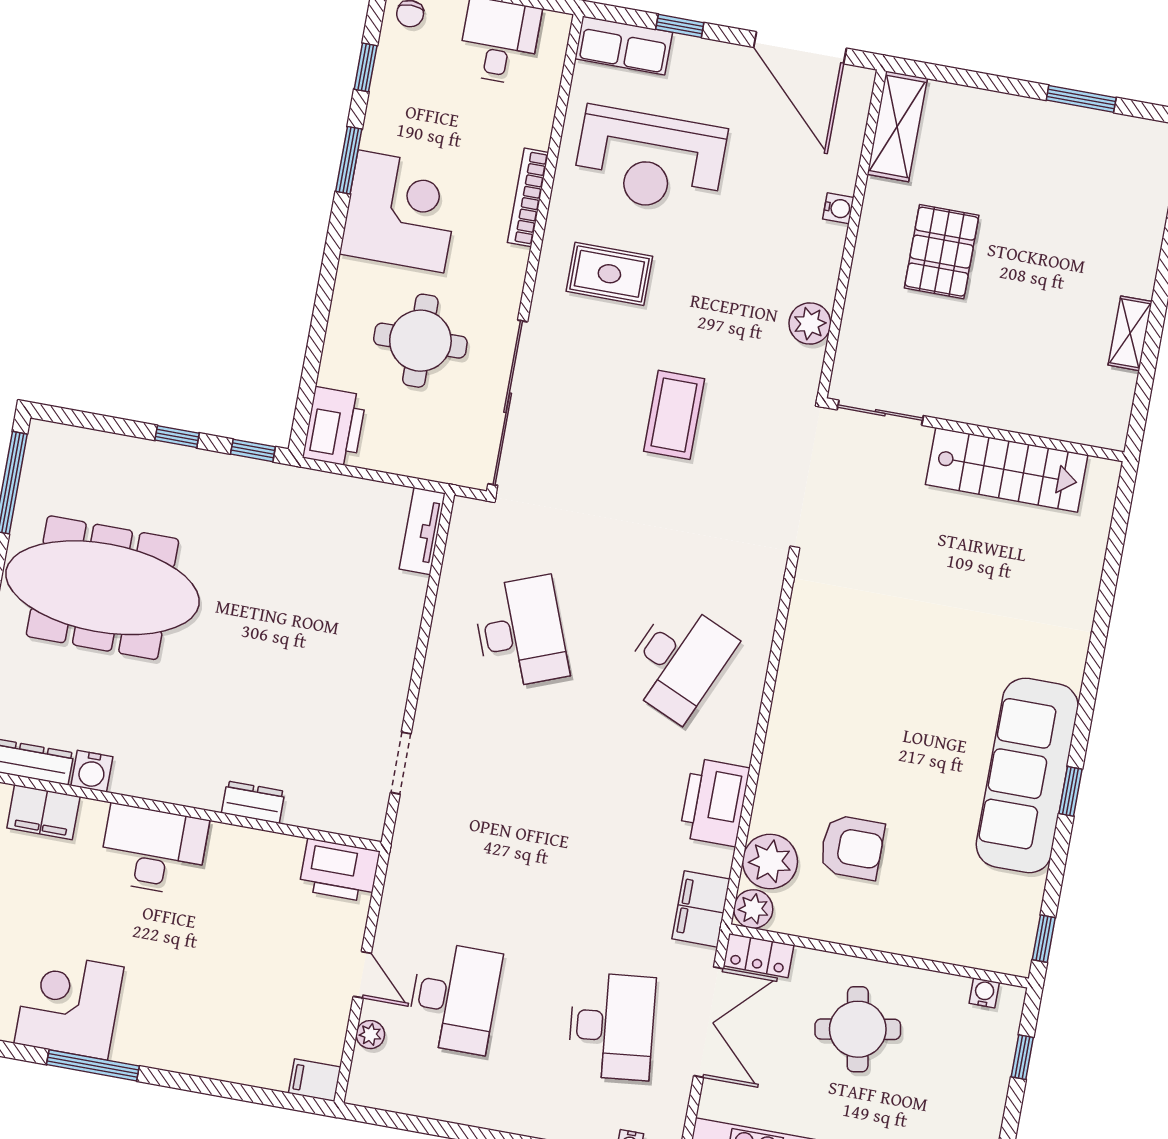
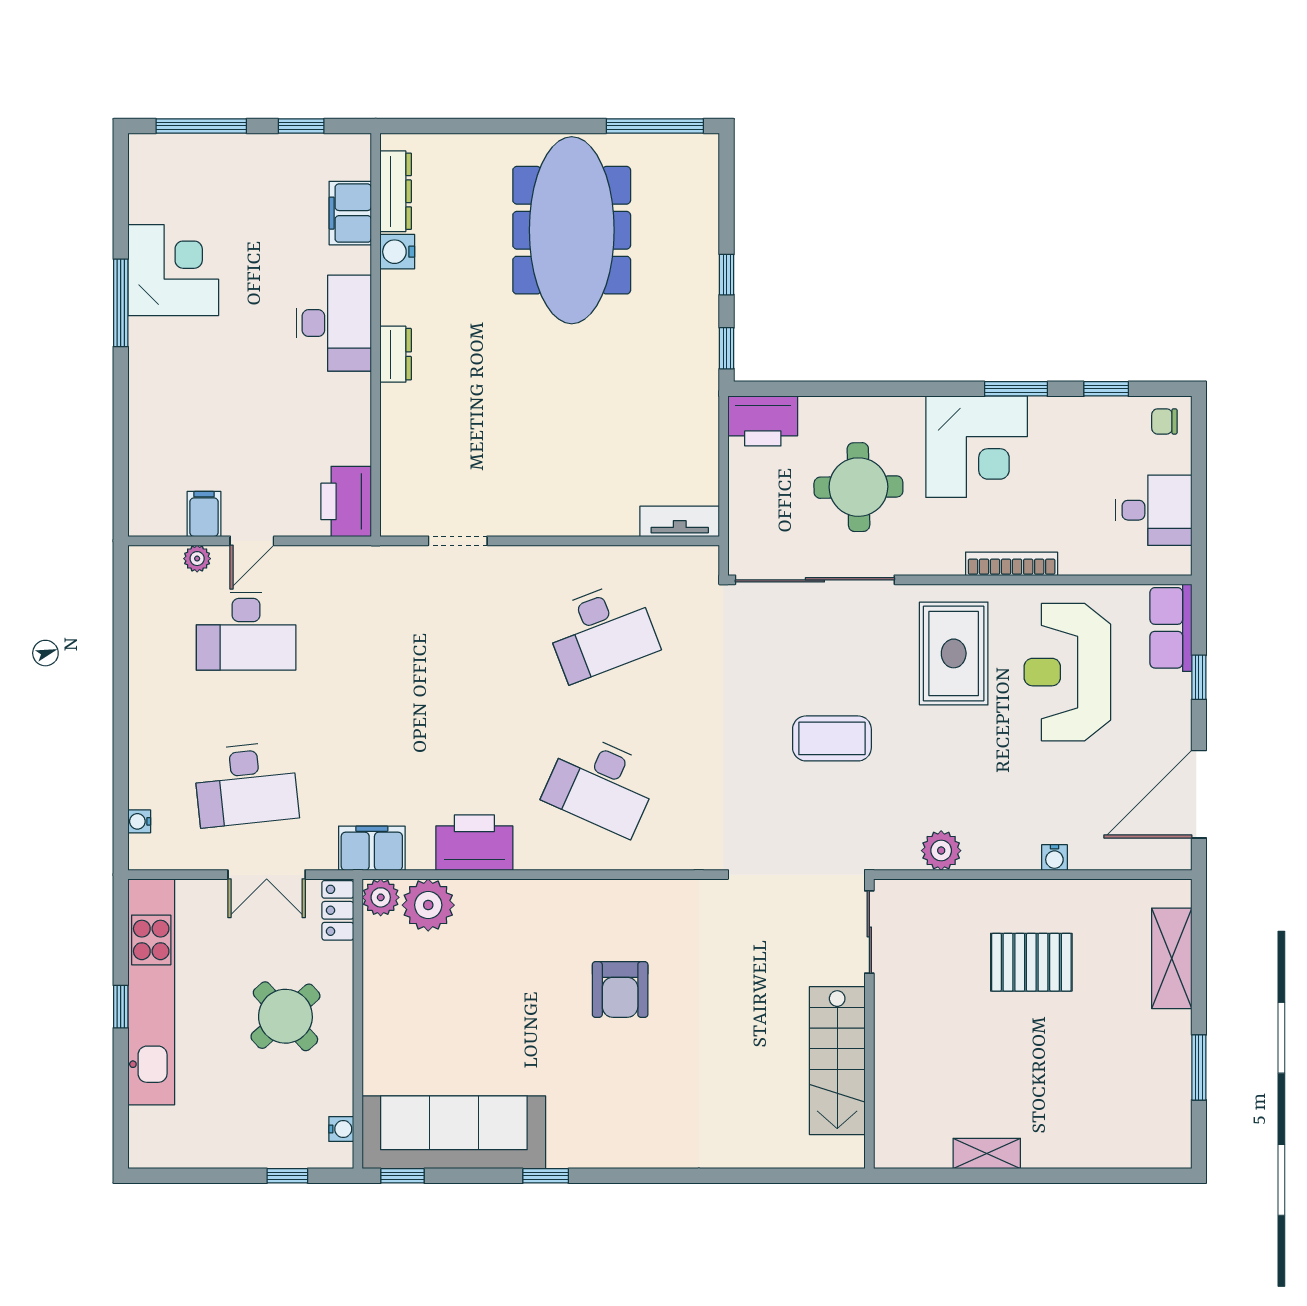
shelving: (897, 126) -> (1172, 958), moved, turned 90
rug: (609, 274) -> (954, 653), width x1.36, depth x1.43
sofa: (1027, 775) -> (454, 1132), moved
dresser: (253, 802) -> (396, 354), moved
armchair: (852, 847) -> (620, 989), moved
double door: (708, 1022) -> (267, 875), width x0.73
round table: (858, 1029) -> (285, 1016), turned -32
filing cabinet: (315, 1080) -> (204, 514), moved

